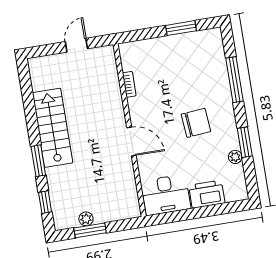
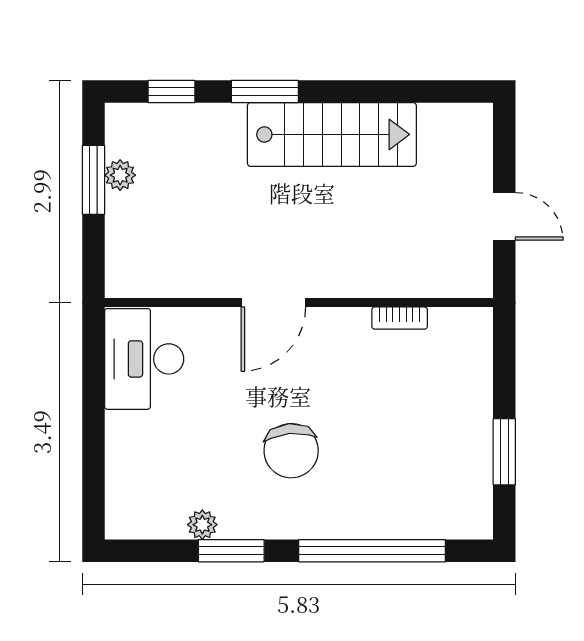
window: (234, 80) -> (372, 551), width x1.46
printer: (207, 194) -> (131, 449), removed

